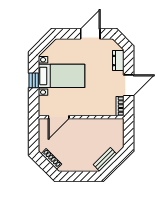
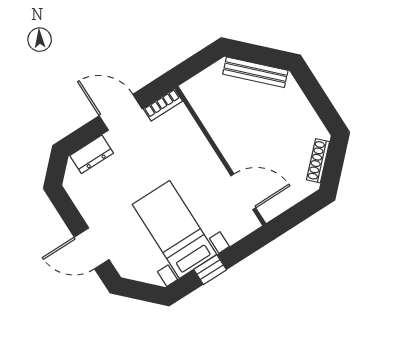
door: (90, 34) -> (92, 248), moved
bench: (105, 159) -> (255, 72), width x1.36

